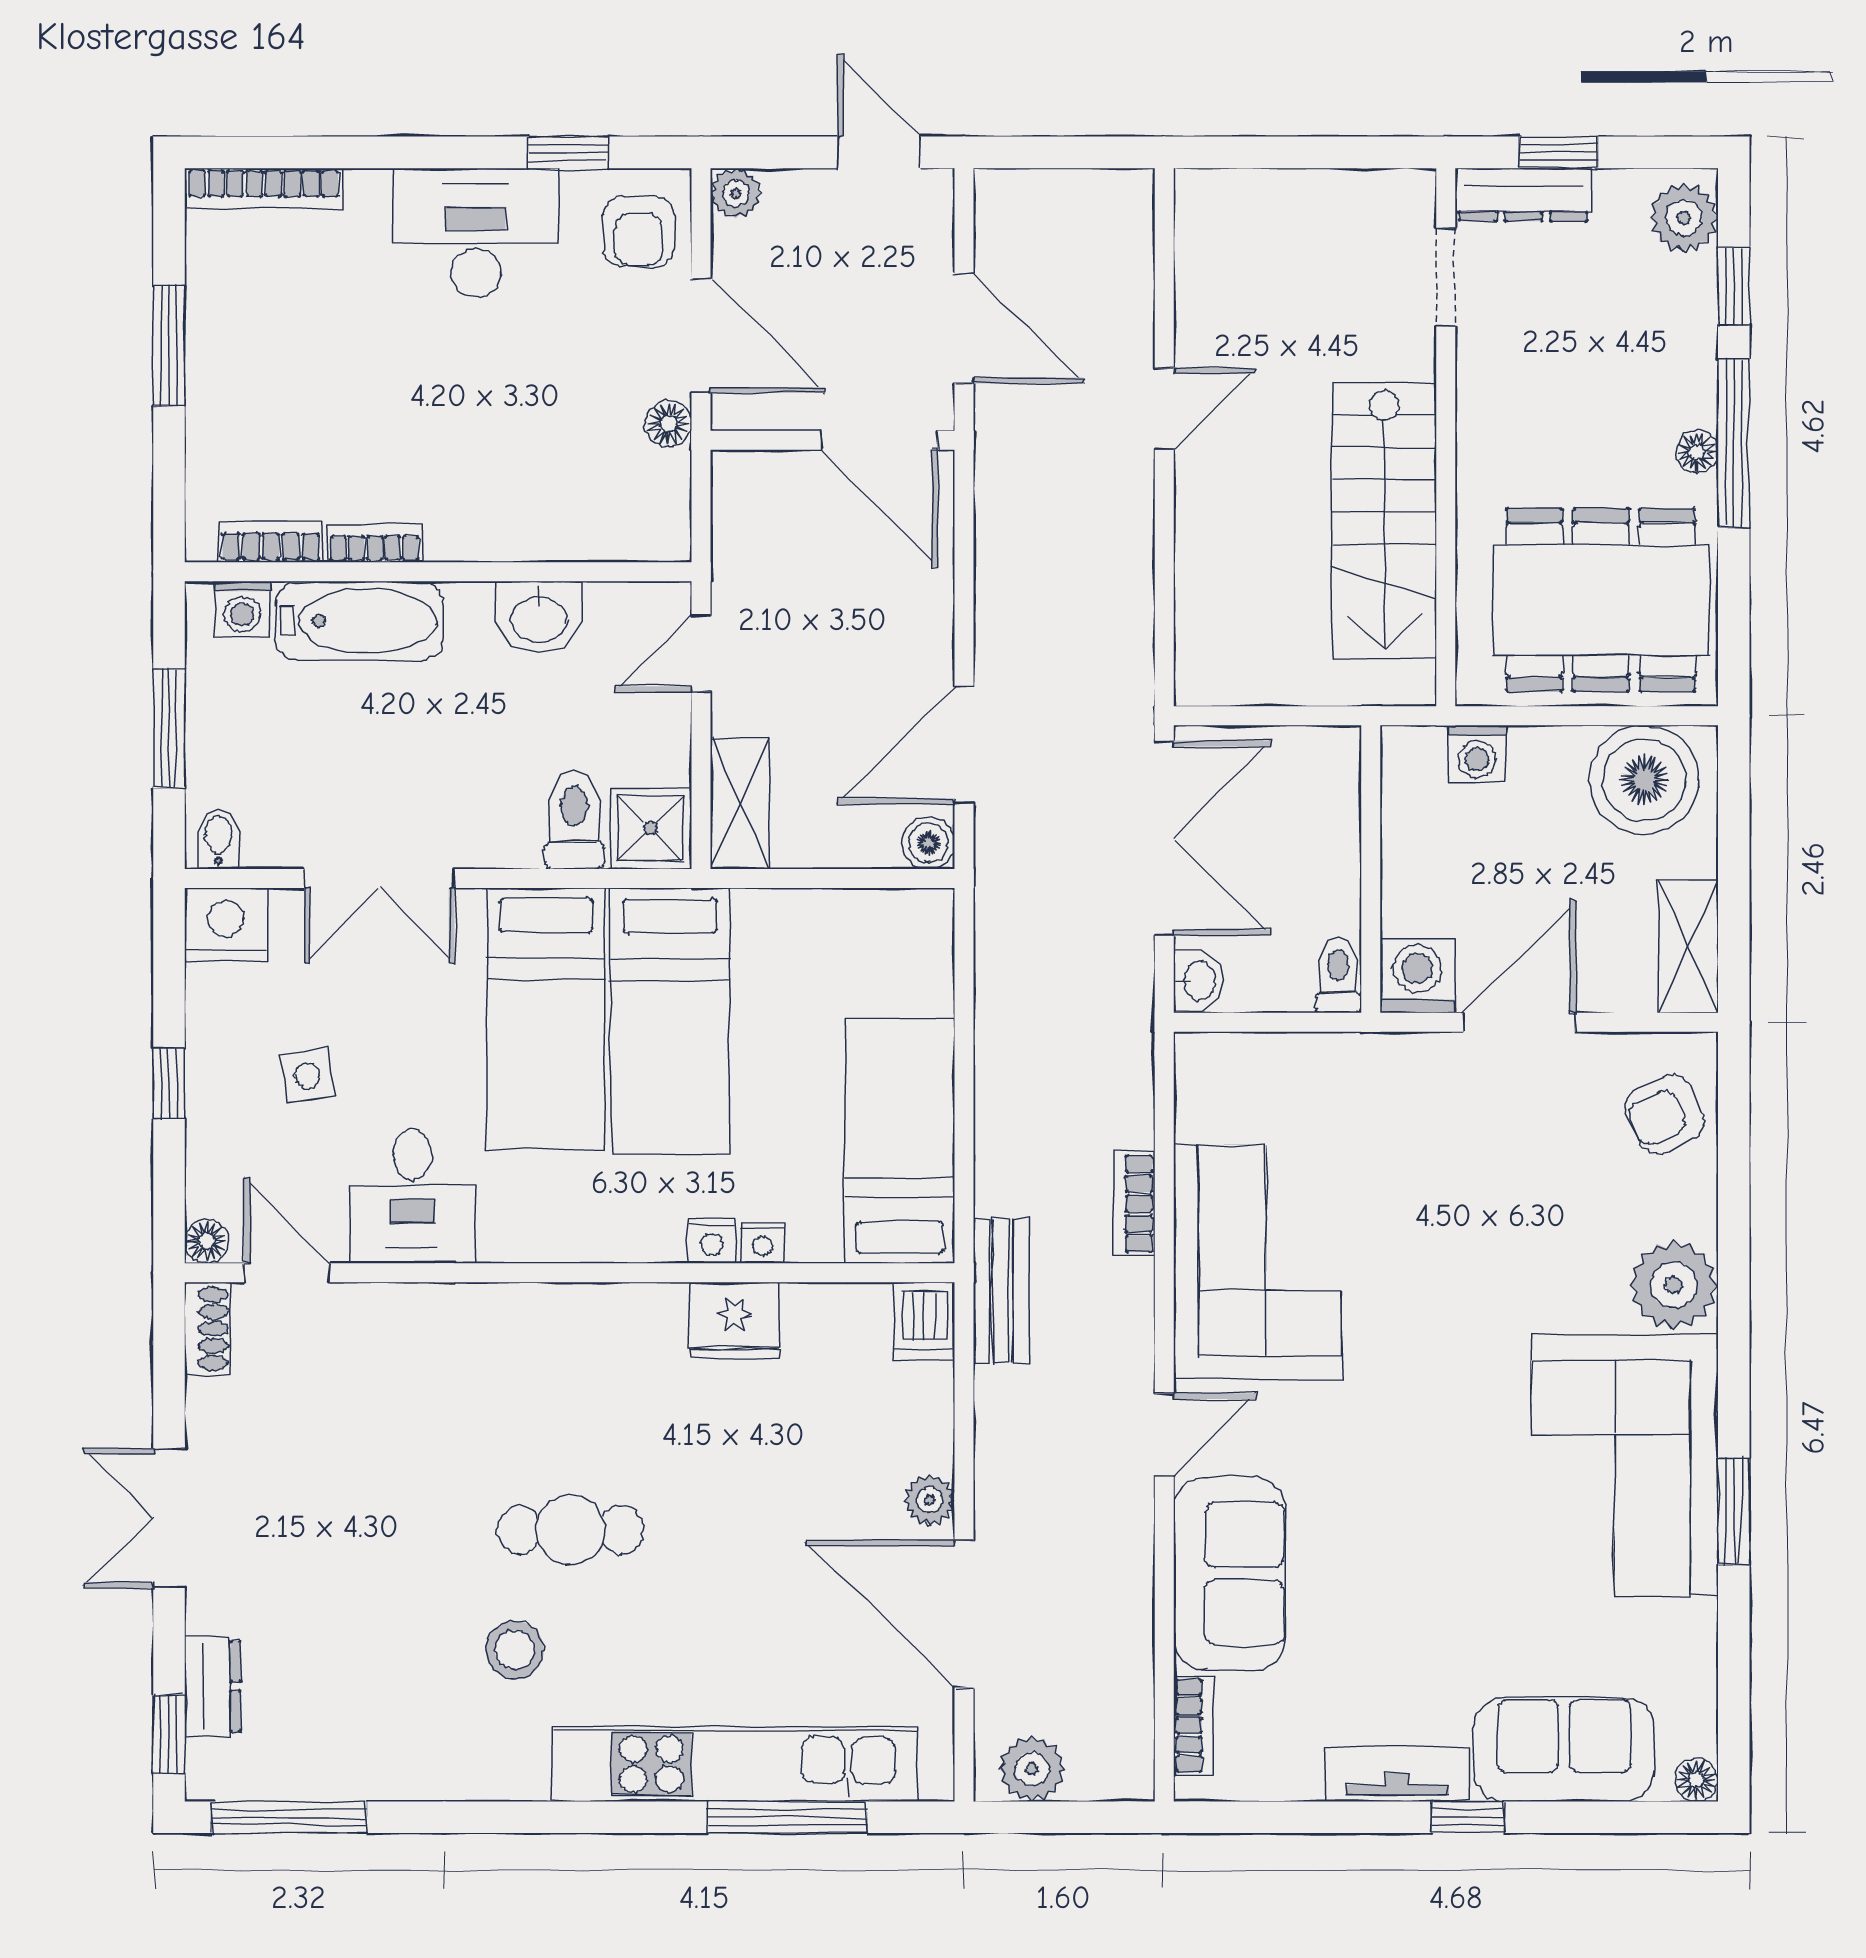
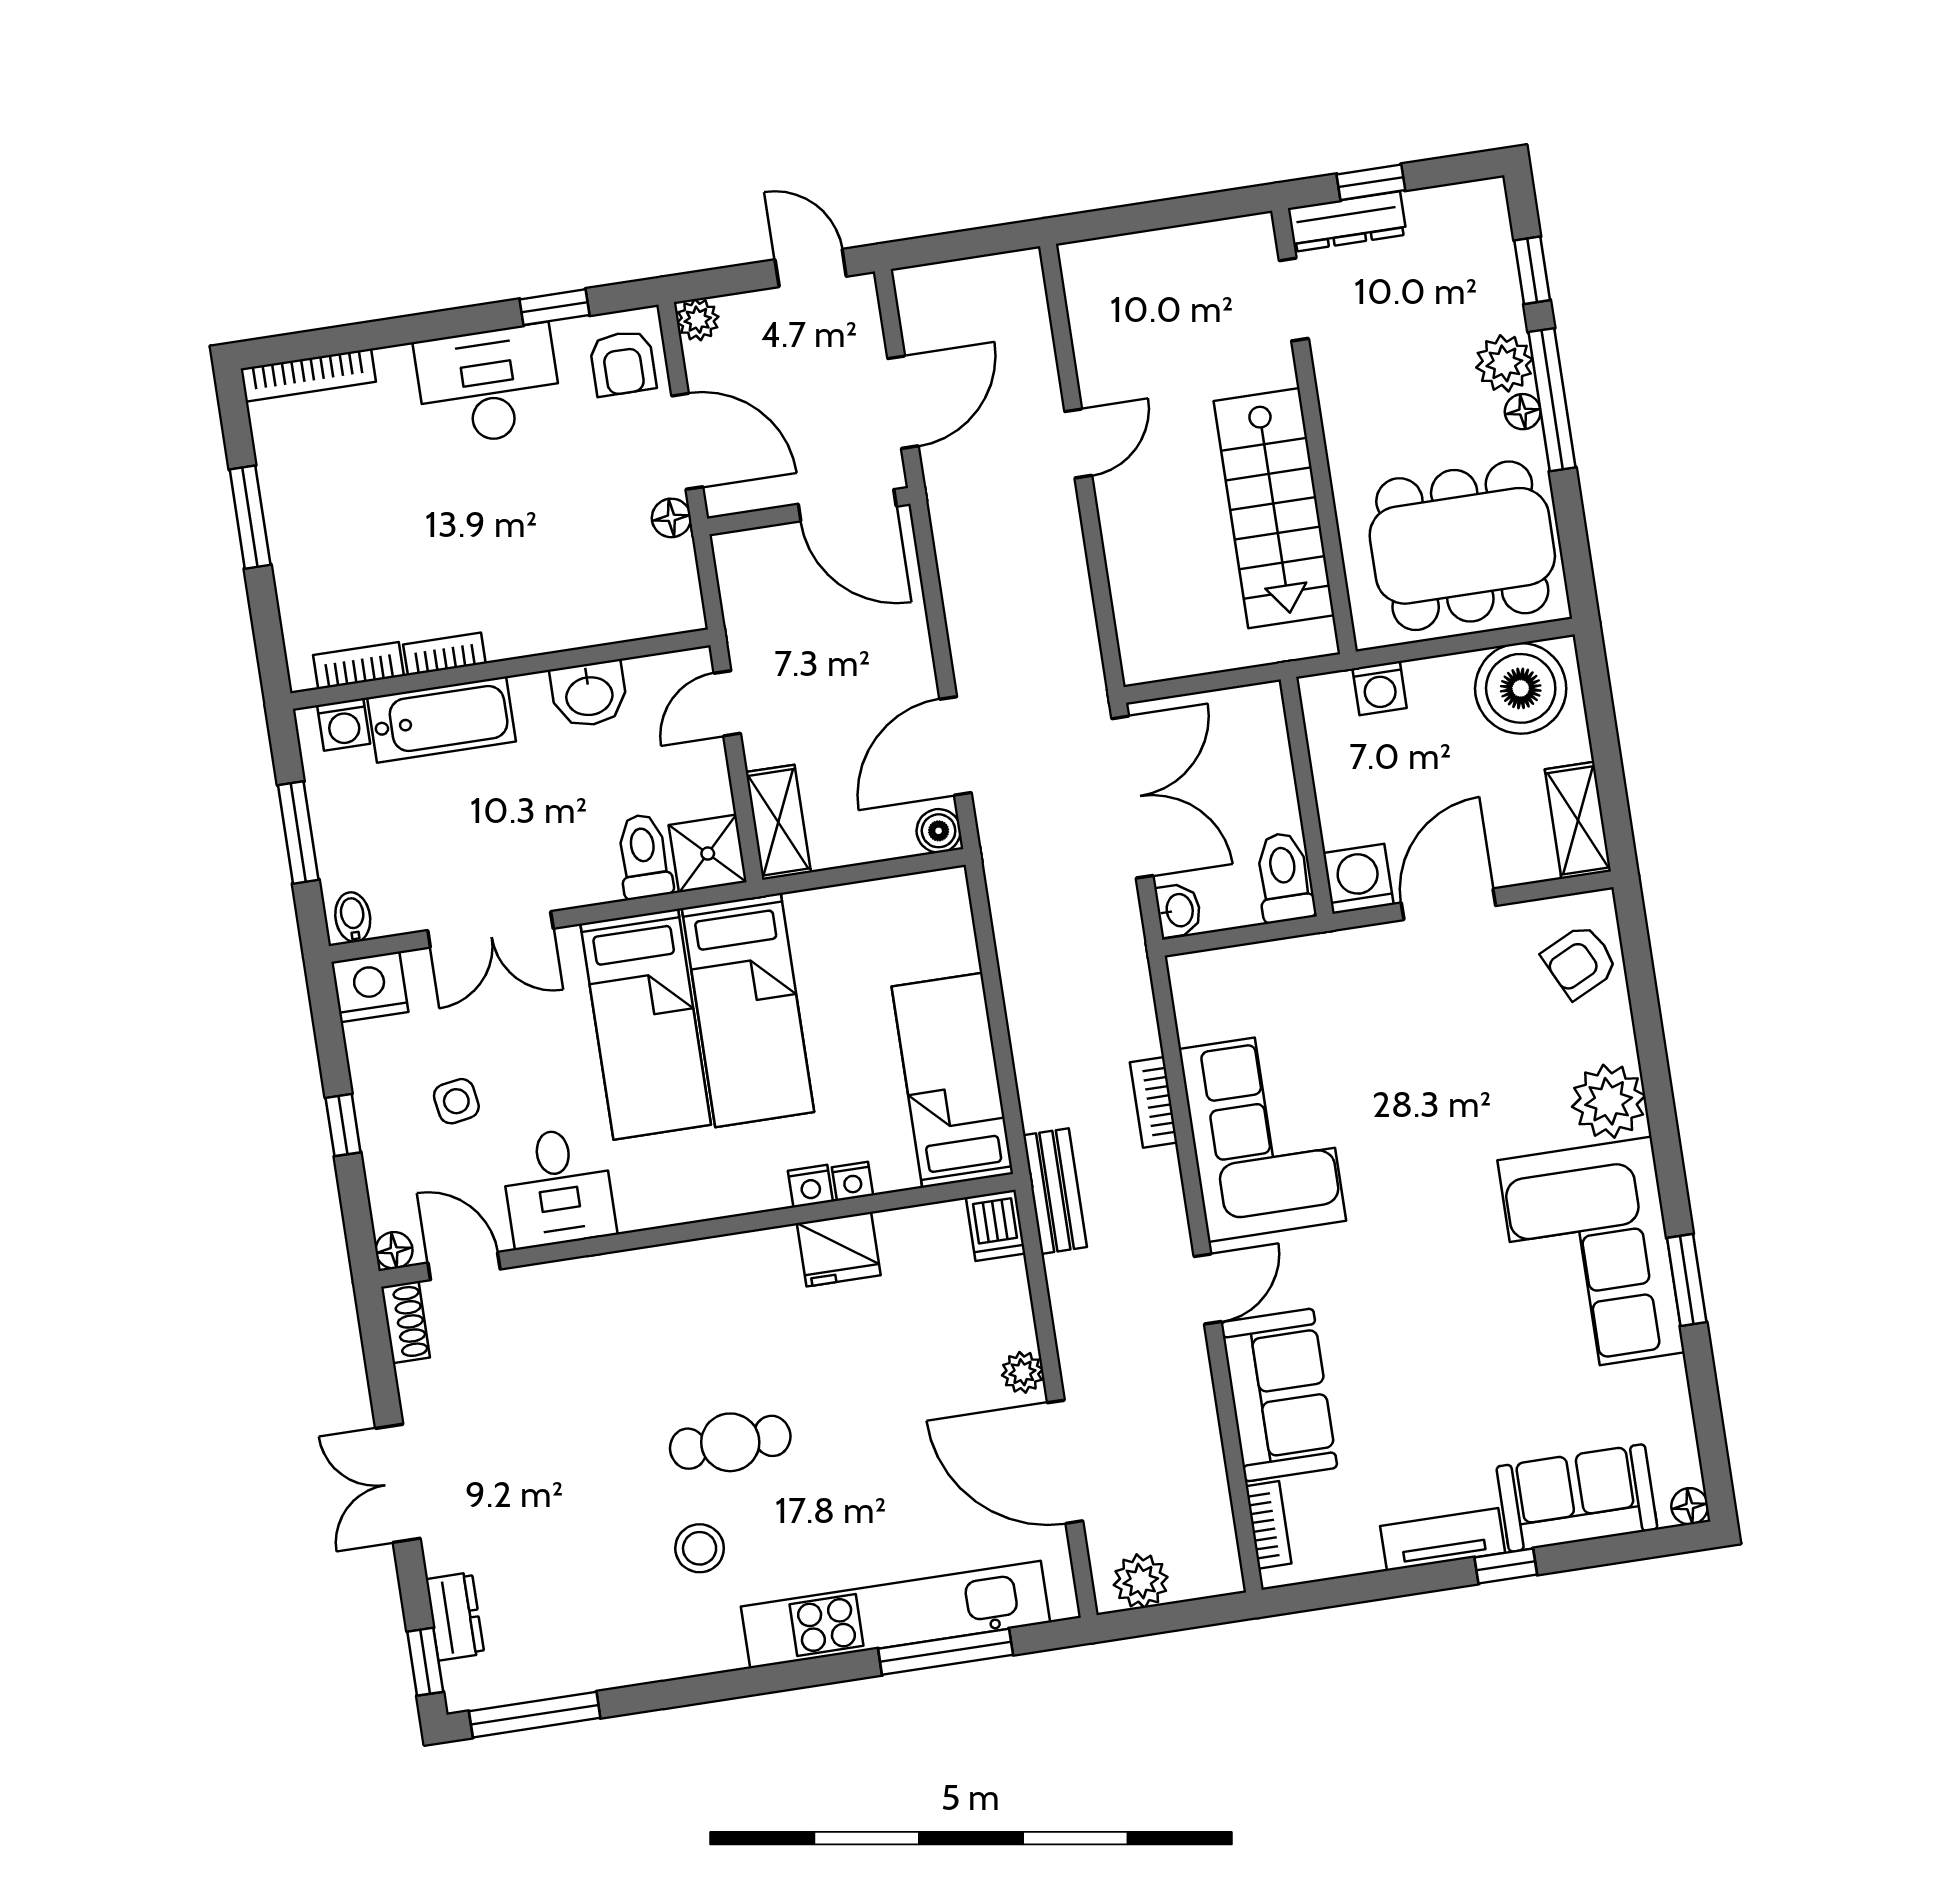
plant: (1684, 218) -> (1504, 363), moved
door: (964, 328) -> (903, 402), hinge flipped
toilet: (1338, 975) -> (1284, 877), width x1.37, depth x1.39

